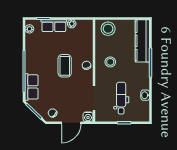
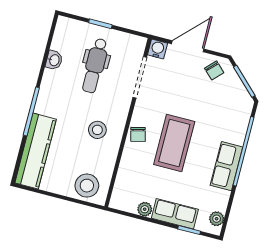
coffee table: (65, 66) -> (174, 143), width x1.36, depth x1.32
row of seats: (32, 87) -> (226, 166), moved

